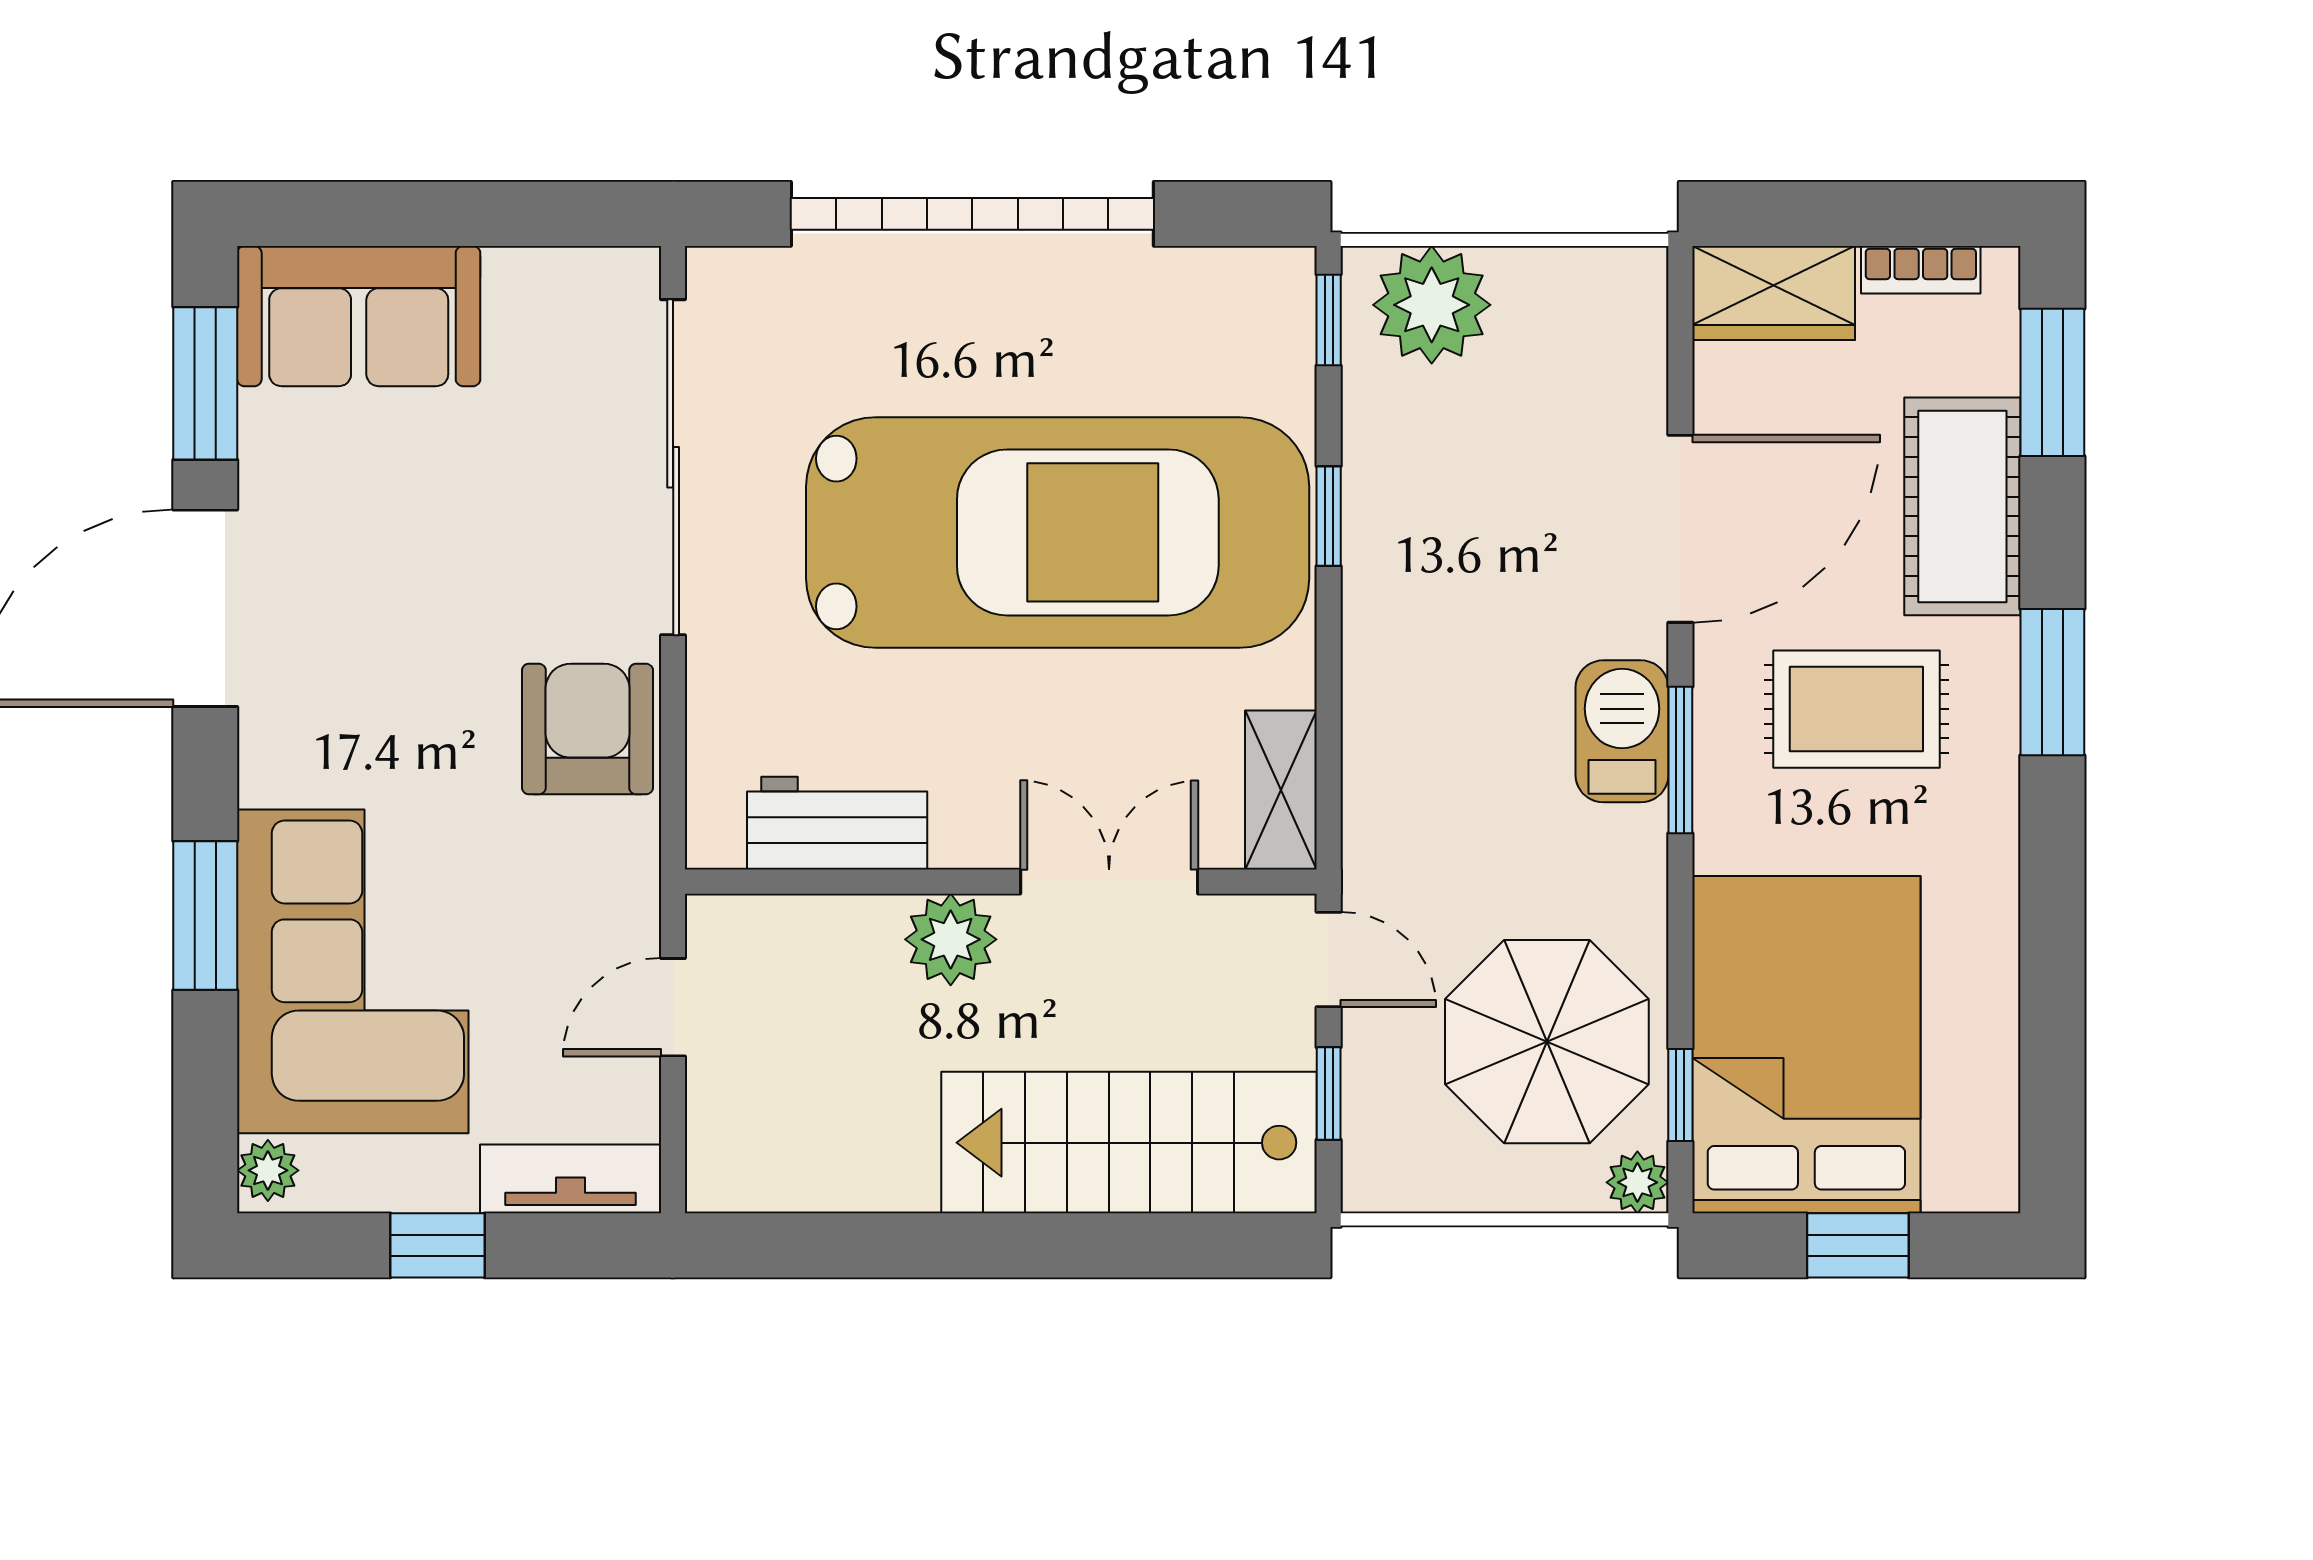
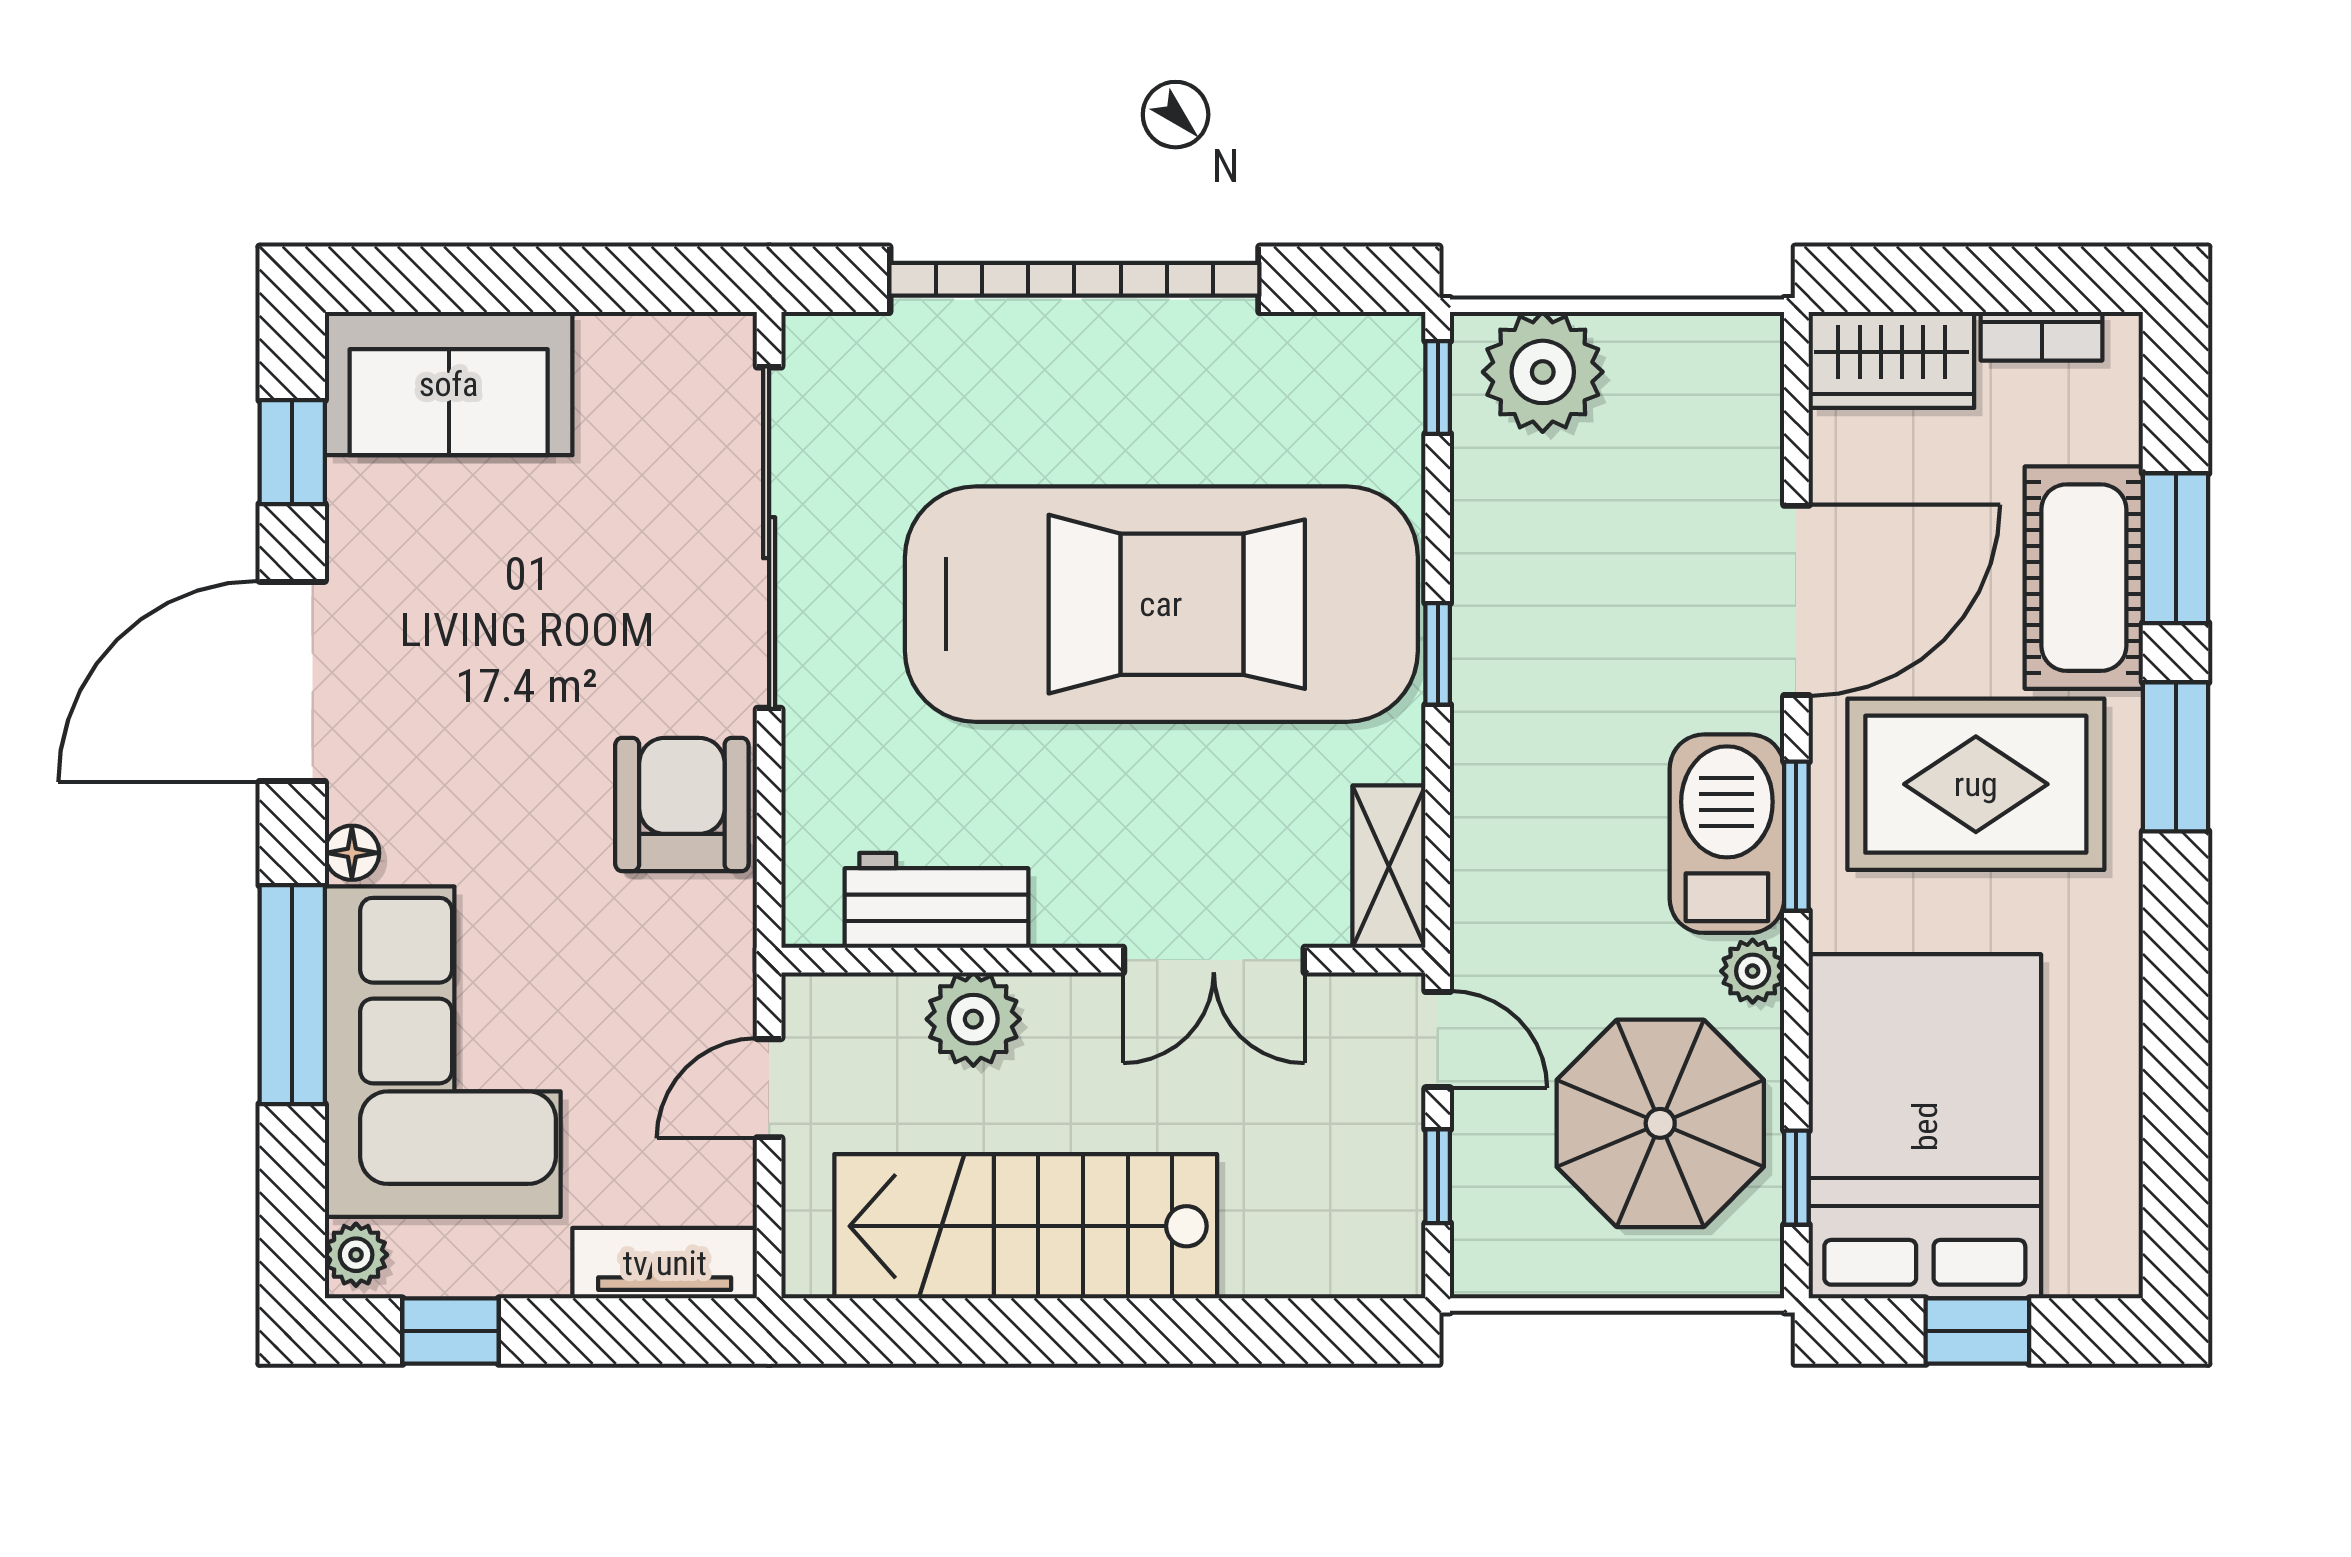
window: (2052, 382) -> (2176, 548), moved
window: (205, 383) -> (292, 452), width x0.67
window: (1329, 516) -> (1438, 654), moved
rug: (1856, 709) -> (1976, 784), width x1.36, depth x1.43
barbecue: (1622, 731) -> (1727, 834), width x1.37, depth x1.21
floor lamp: (264, 776) -> (352, 853), added
double door: (1109, 882) -> (1214, 960), swing flipped
window: (205, 915) -> (292, 995), width x1.44
plant: (951, 939) -> (973, 1019), moved
stairs: (1129, 1143) -> (1026, 1226), moved
plant: (1637, 1182) -> (1753, 971), moved
window: (438, 1245) -> (451, 1331), moved

